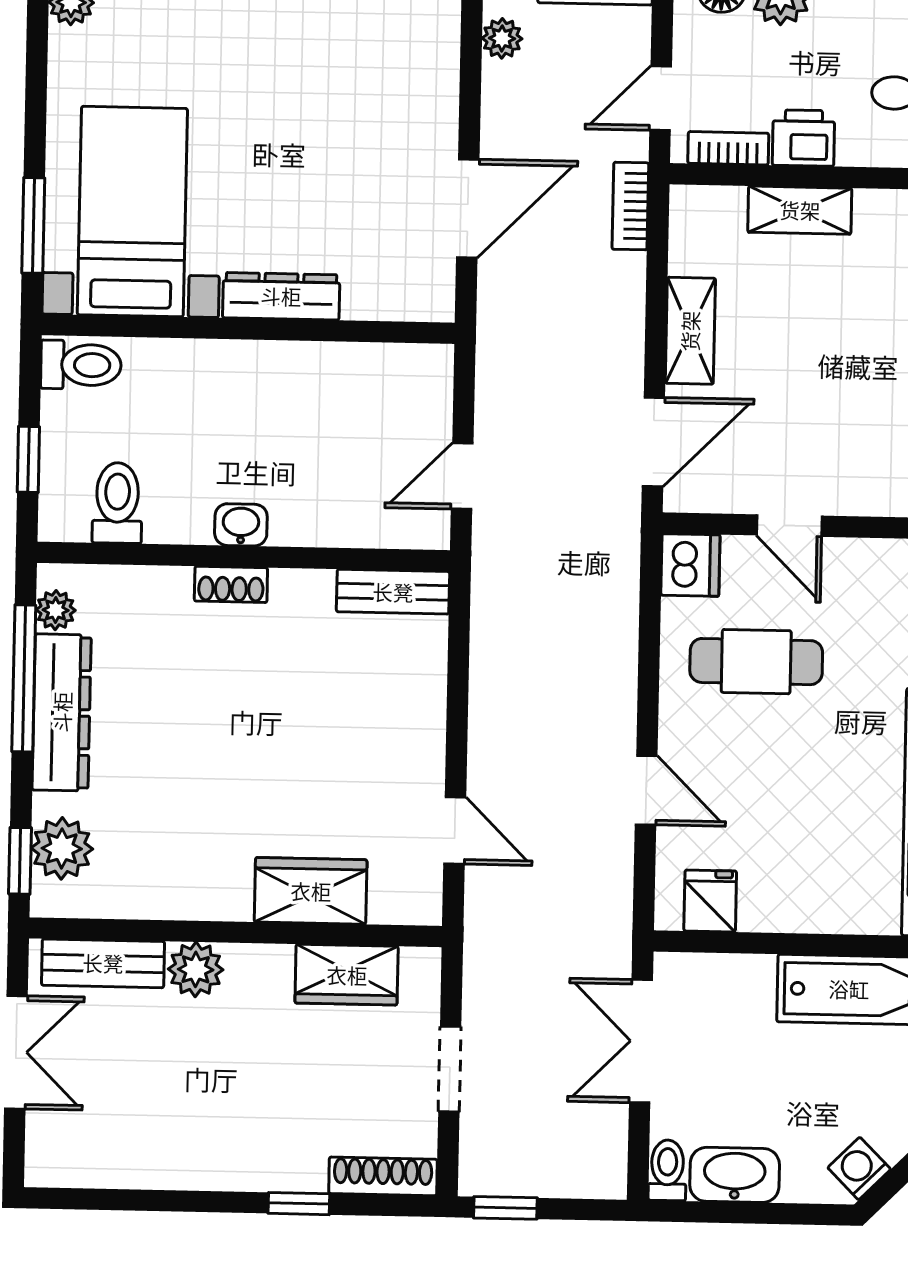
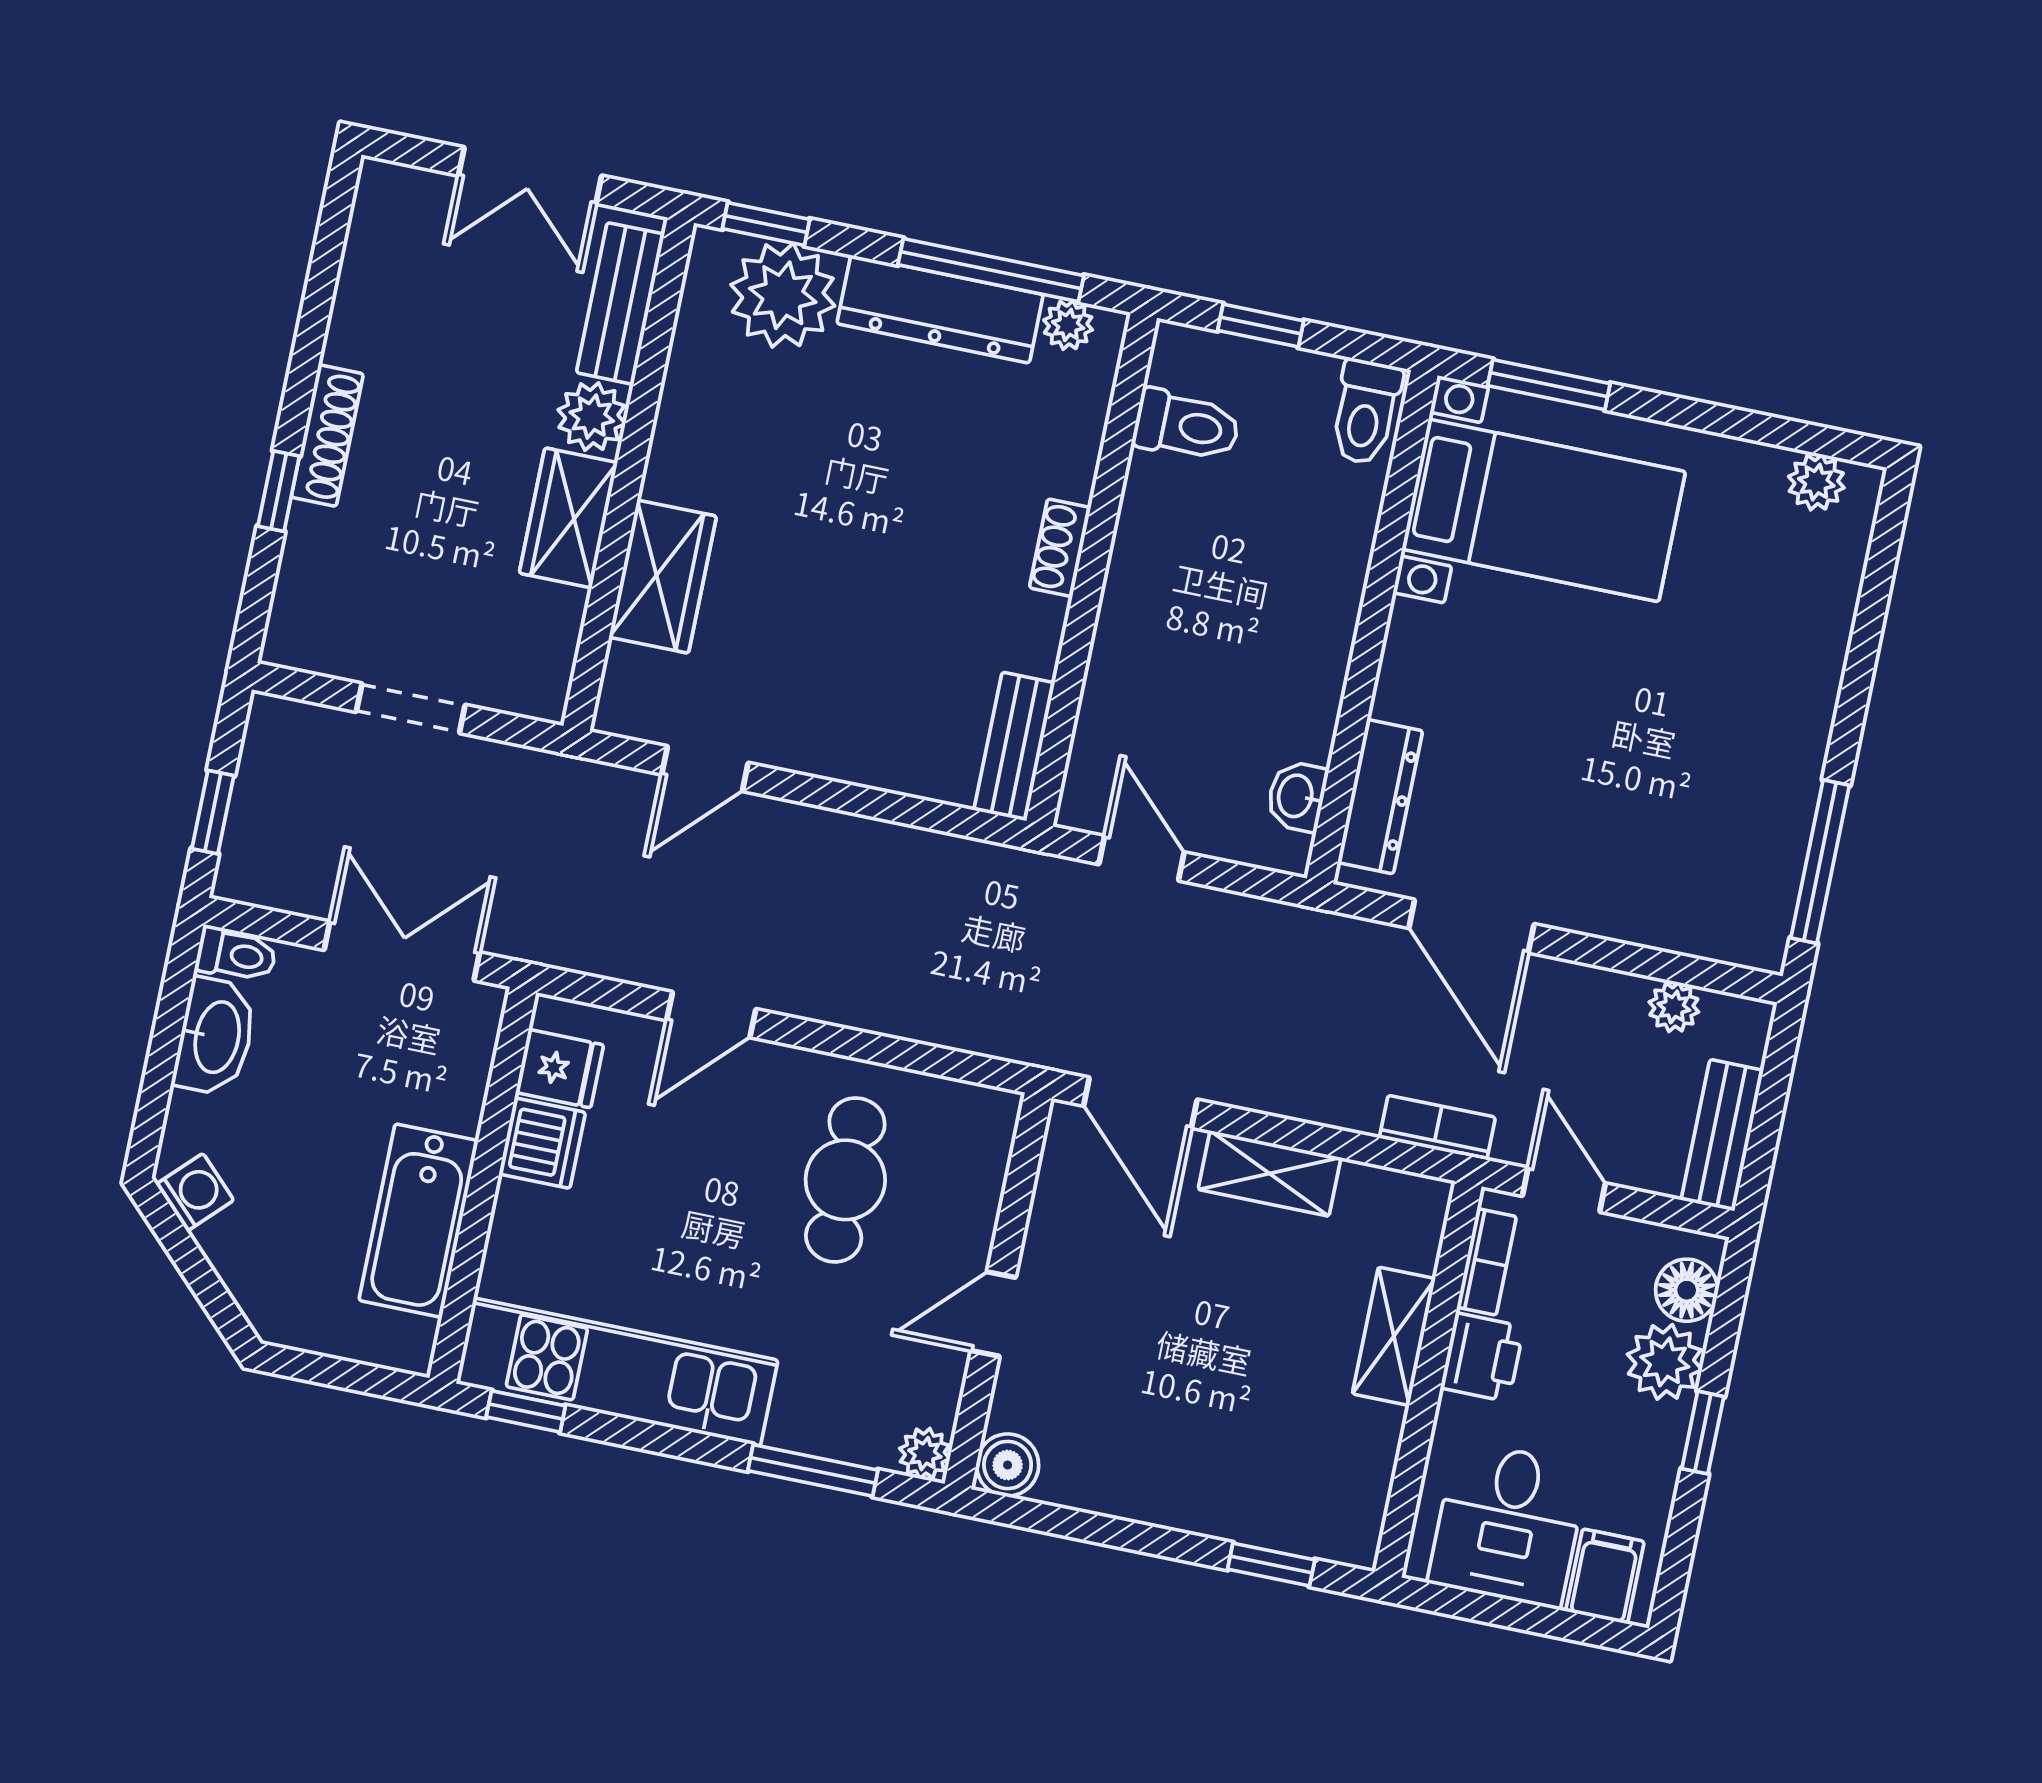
dresser: (281, 296) -> (1380, 797), moved
washbasin: (241, 525) -> (1297, 796), moved, turned 180
door: (789, 526) -> (993, 1314), moved
dishwasher: (690, 565) -> (542, 1143), moved, turned -90
plant: (62, 848) -> (783, 295), width x1.36, depth x1.36
wardrobe: (347, 975) -> (568, 518), moved
shoe rack: (383, 1176) -> (327, 436), moved
window: (505, 1208) -> (213, 812), moved

